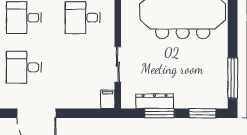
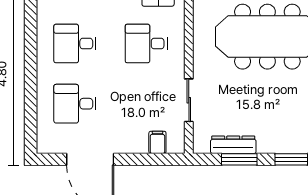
filing cabinet: (108, 99) -> (157, 142), moved

